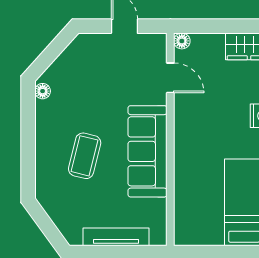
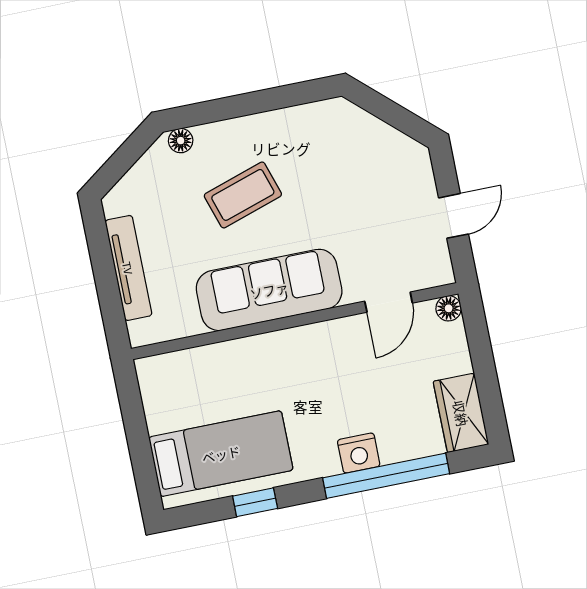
floor lamp: (43, 91) -> (181, 141), moved
coffee table: (85, 156) -> (243, 195), turned -32

